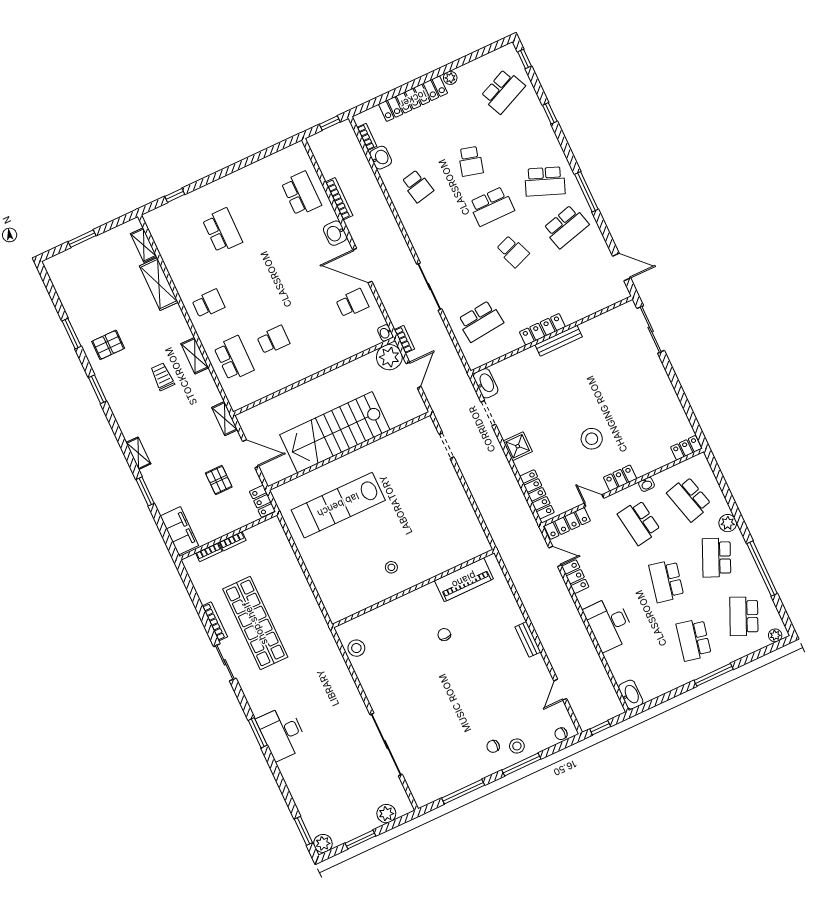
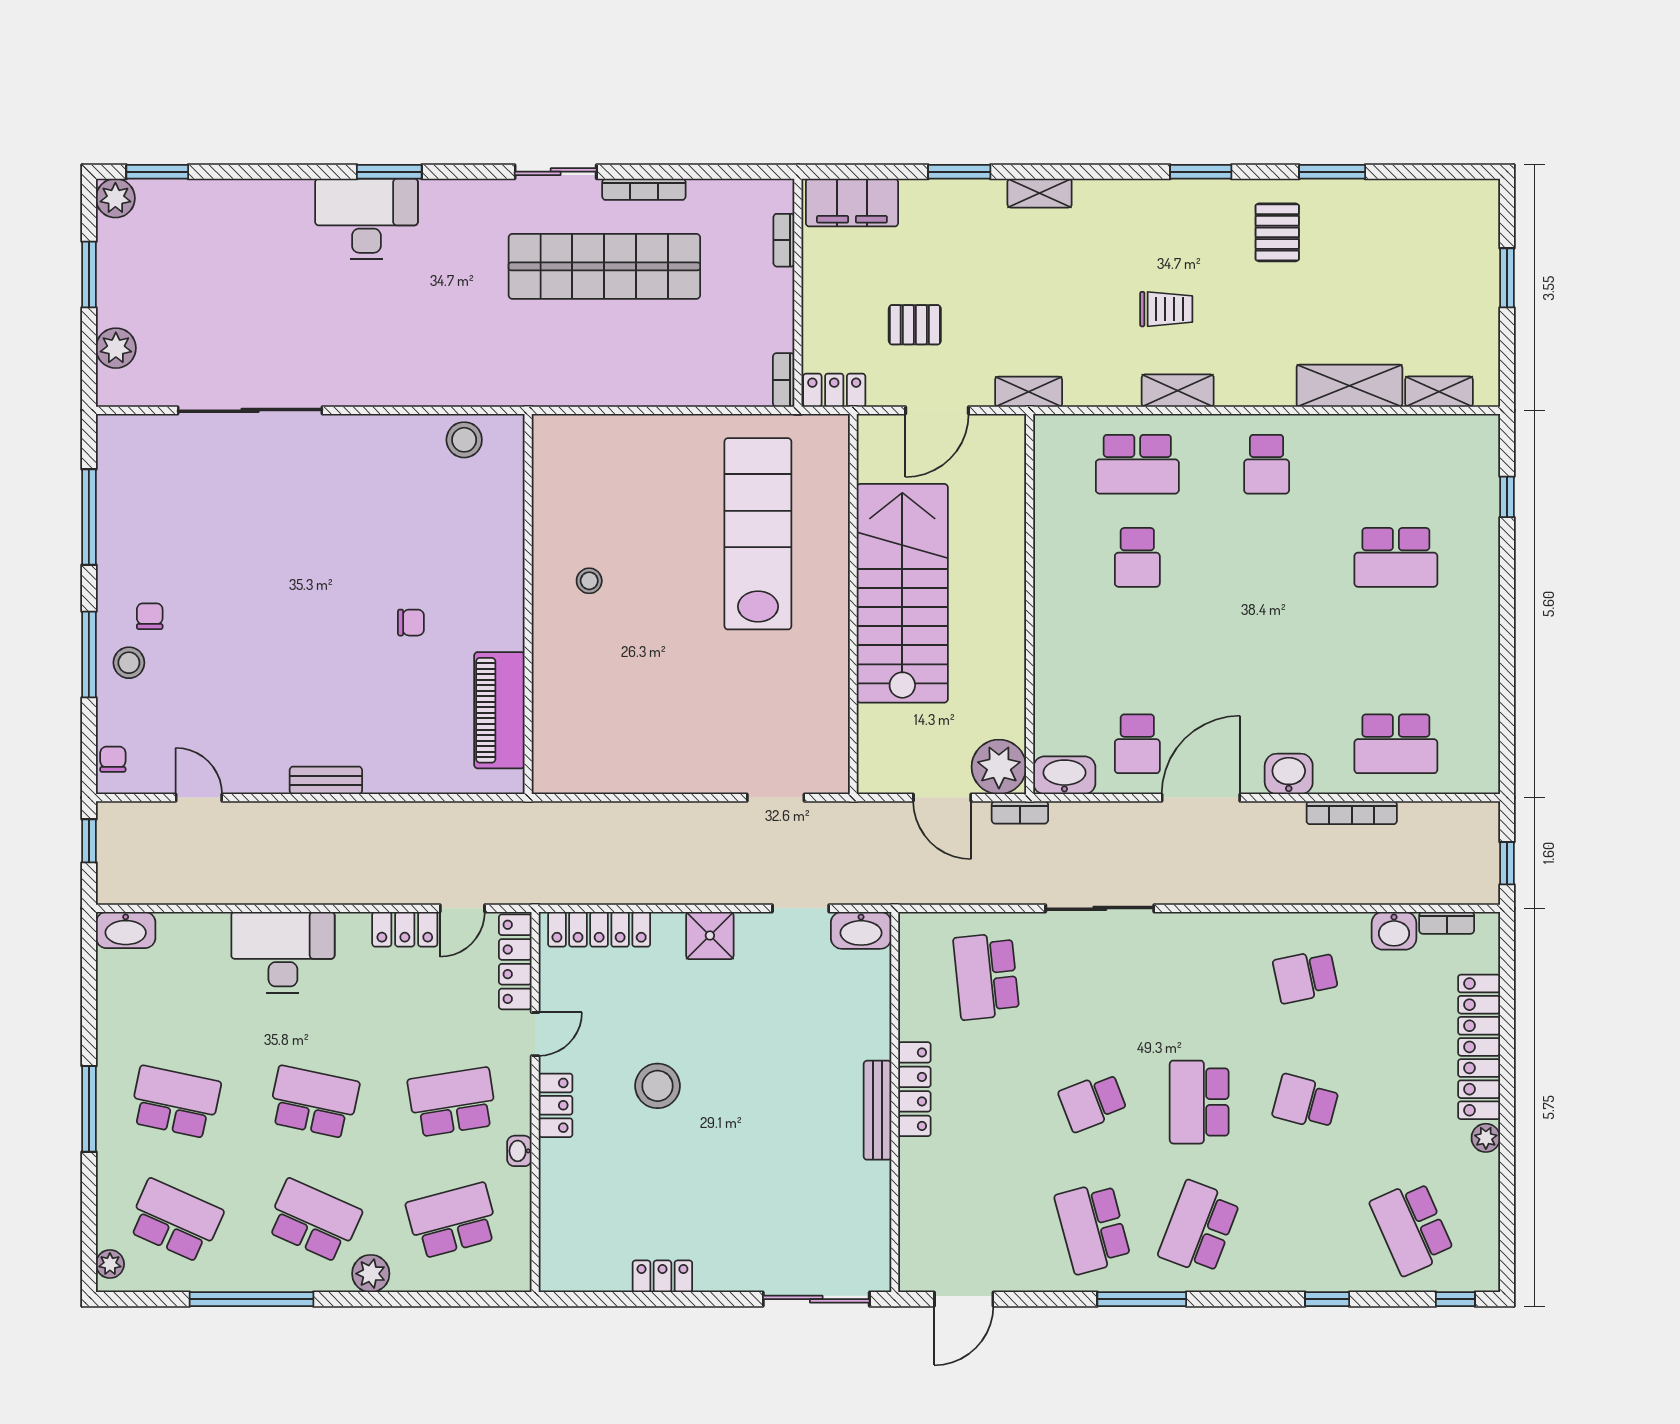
washbasin: (385, 333) -> (1064, 775), width x1.91, depth x1.45
locker: (686, 448) -> (662, 1276), moved, turned -90
bookcase: (233, 541) -> (784, 380), moved

